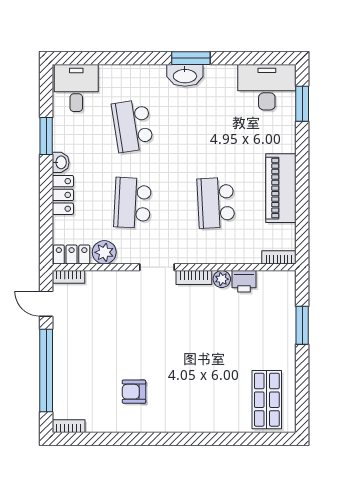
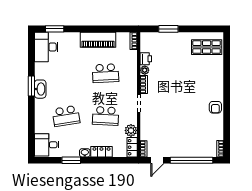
armchair: (134, 392) -> (215, 107), moved

